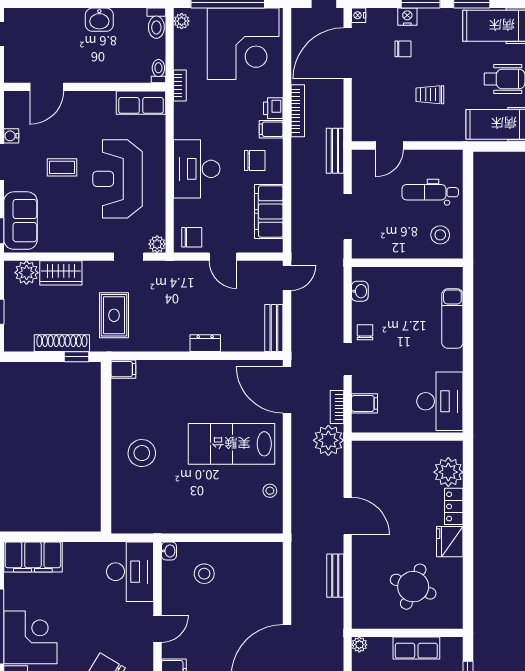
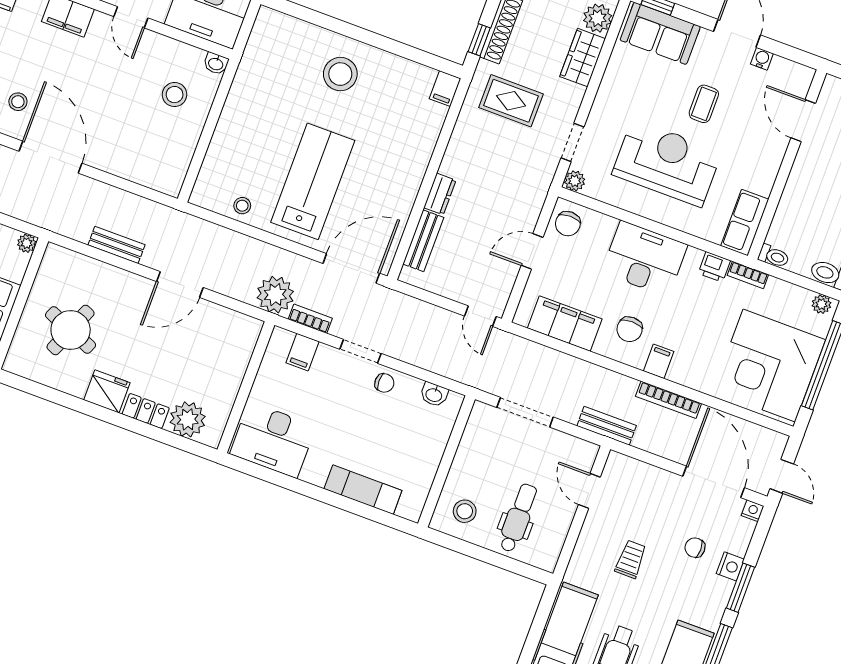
chair: (403, 49) -> (695, 548), turned 90
printer: (273, 108) -> (714, 267), moved, turned 180
bench: (274, 328) -> (423, 241), moved, turned 90

